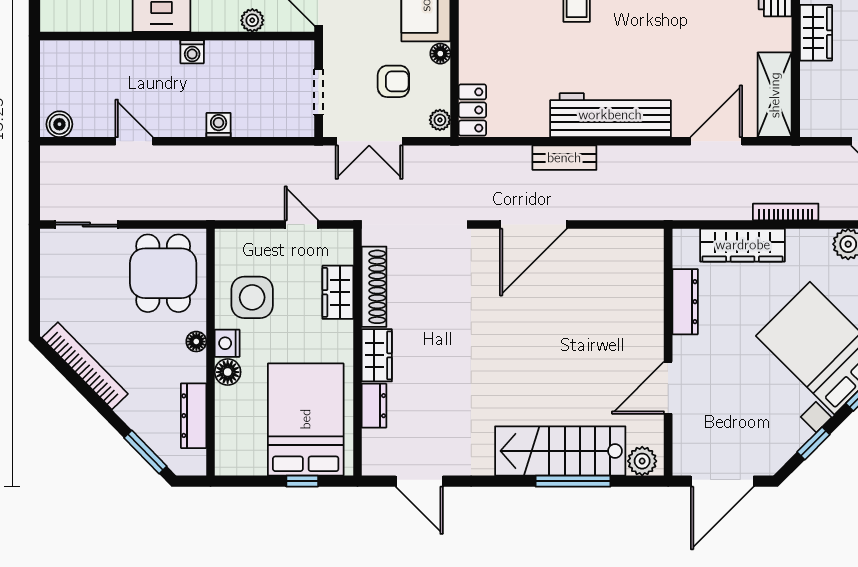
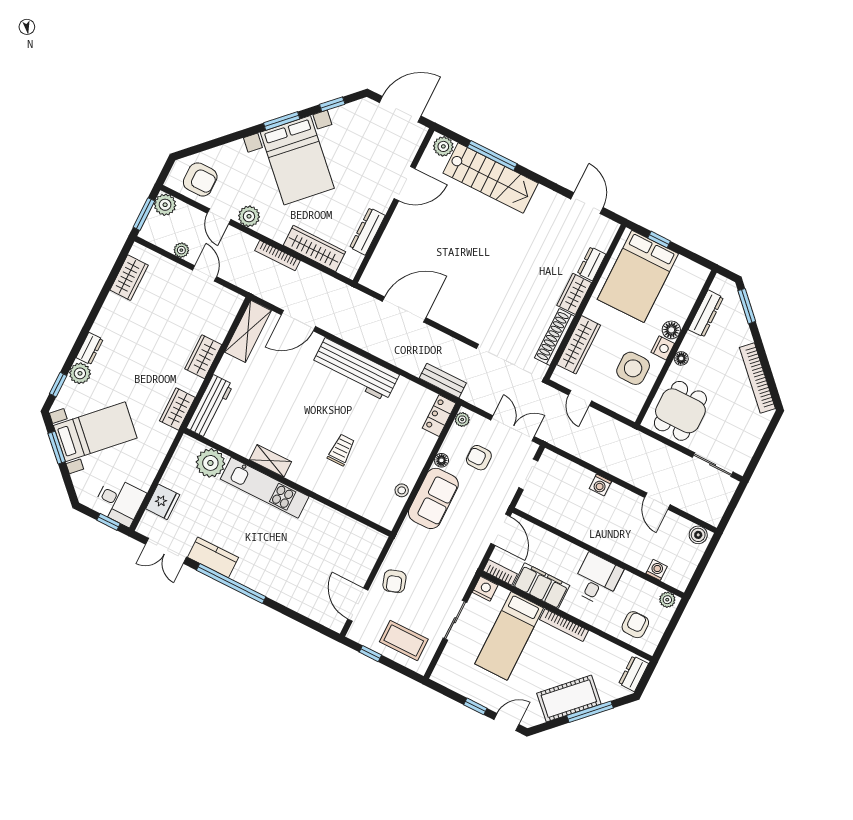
plant: (252, 20) -> (667, 600), moved
washing machine: (192, 52) -> (657, 570), moved
bench: (564, 158) -> (443, 381), moved
door: (533, 225) -> (404, 309), moved
wardrobe: (338, 292) -> (579, 345), width x1.50

